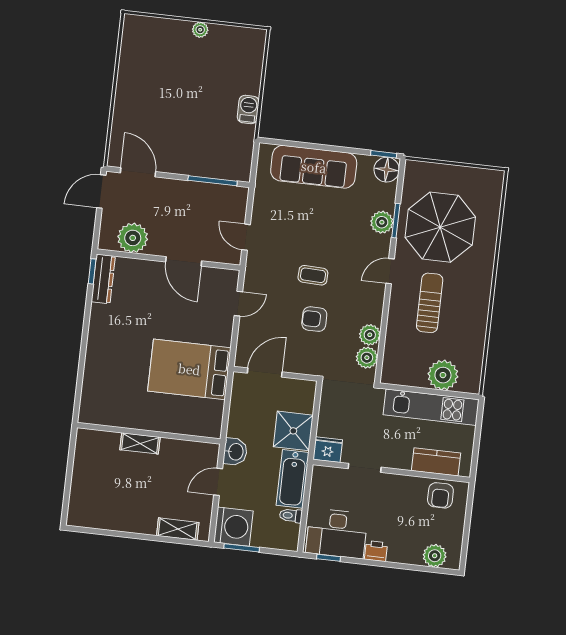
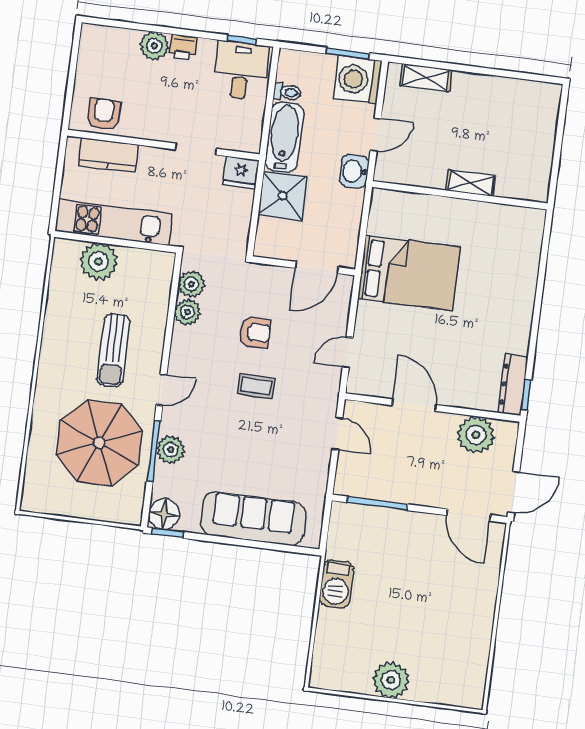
plant: (200, 30) -> (391, 680), width x1.88, depth x1.88
barbecue: (248, 110) -> (336, 584), width x1.38, depth x1.27
window: (396, 221) -> (154, 451), width x1.44
desk: (337, 533) -> (241, 71), width x0.73
plant: (435, 556) -> (154, 46), moved

